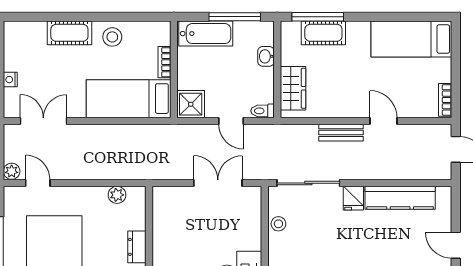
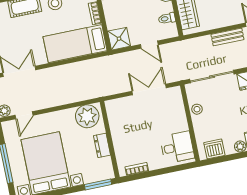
toilet: (263, 111) -> (167, 18), moved
door: (38, 183) -> (24, 115), swing flipped
plant: (117, 195) -> (87, 116), width x1.88, depth x1.88

